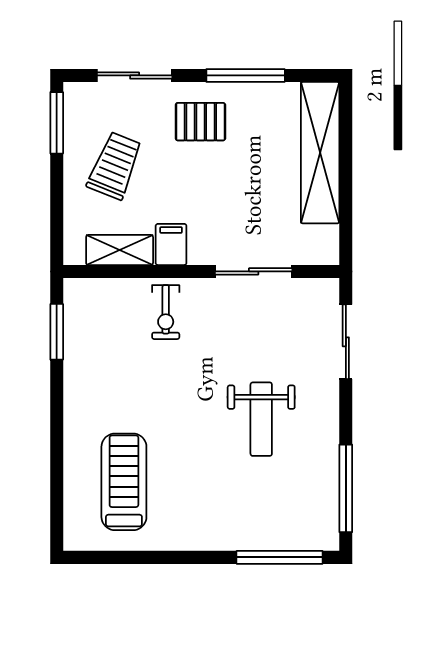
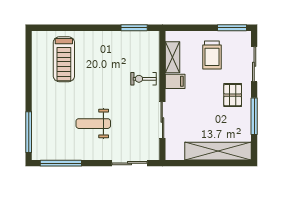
trolley: (115, 166) -> (212, 55), turned 68
treadmill: (124, 482) -> (64, 59), turned 90

